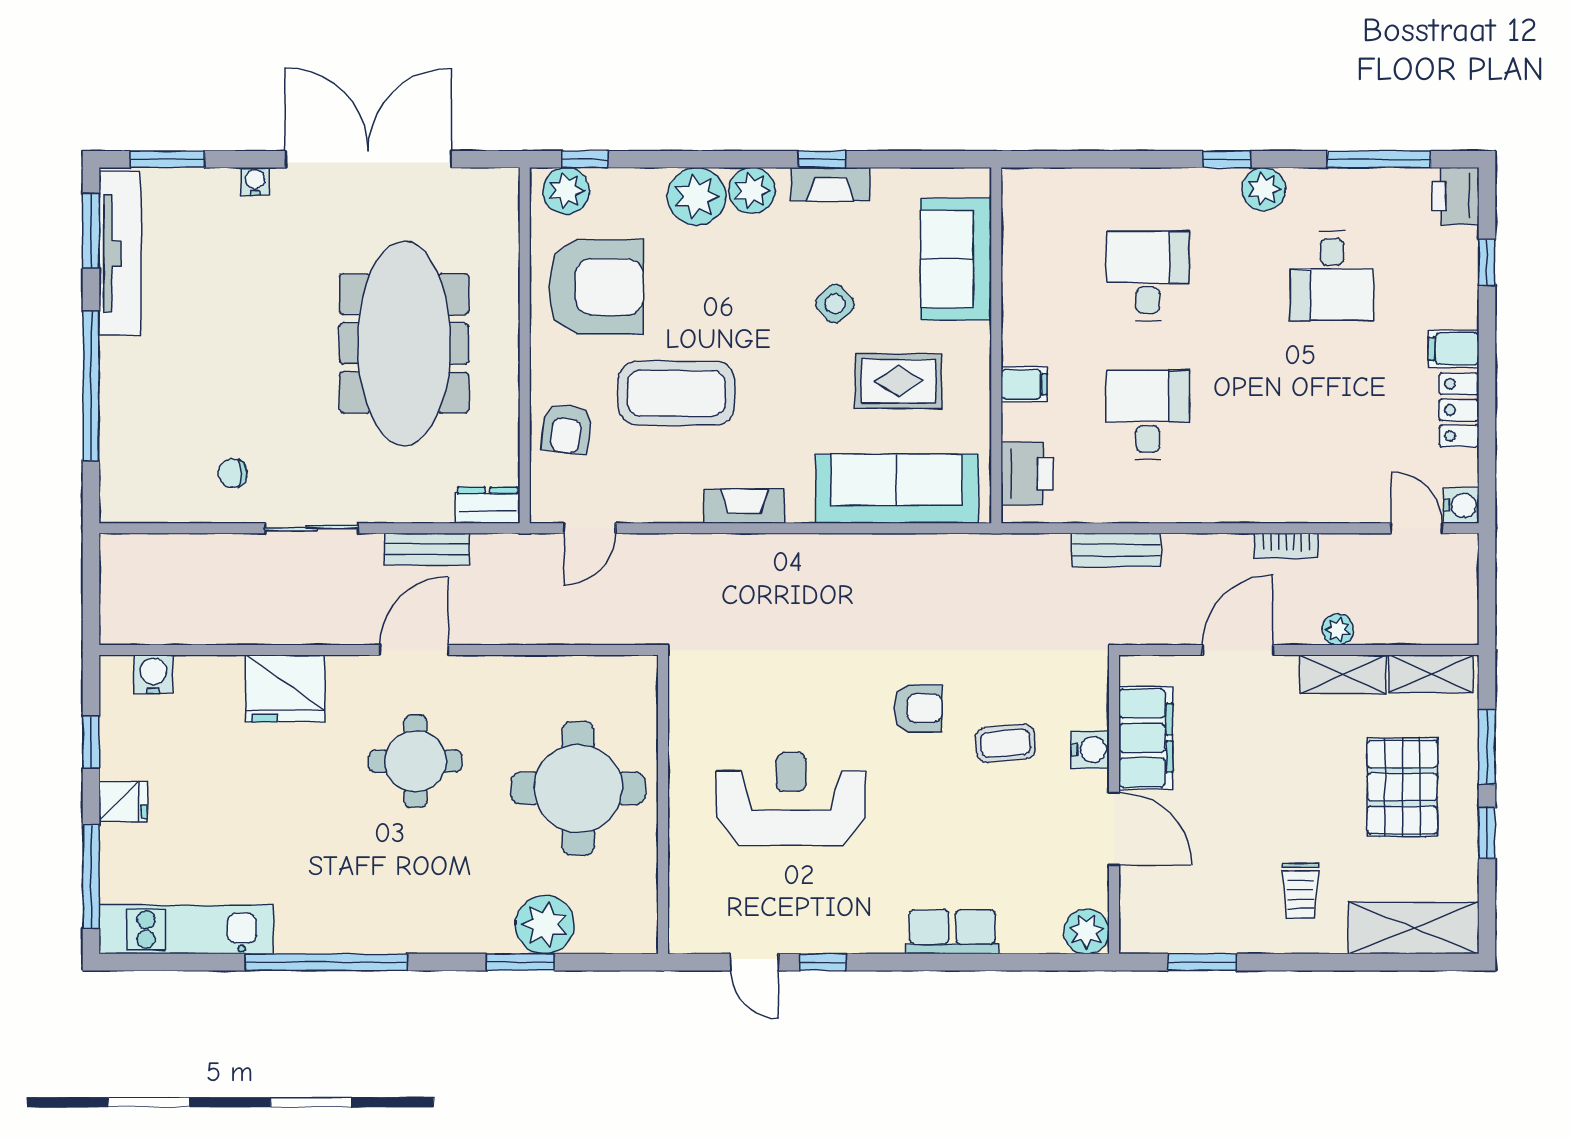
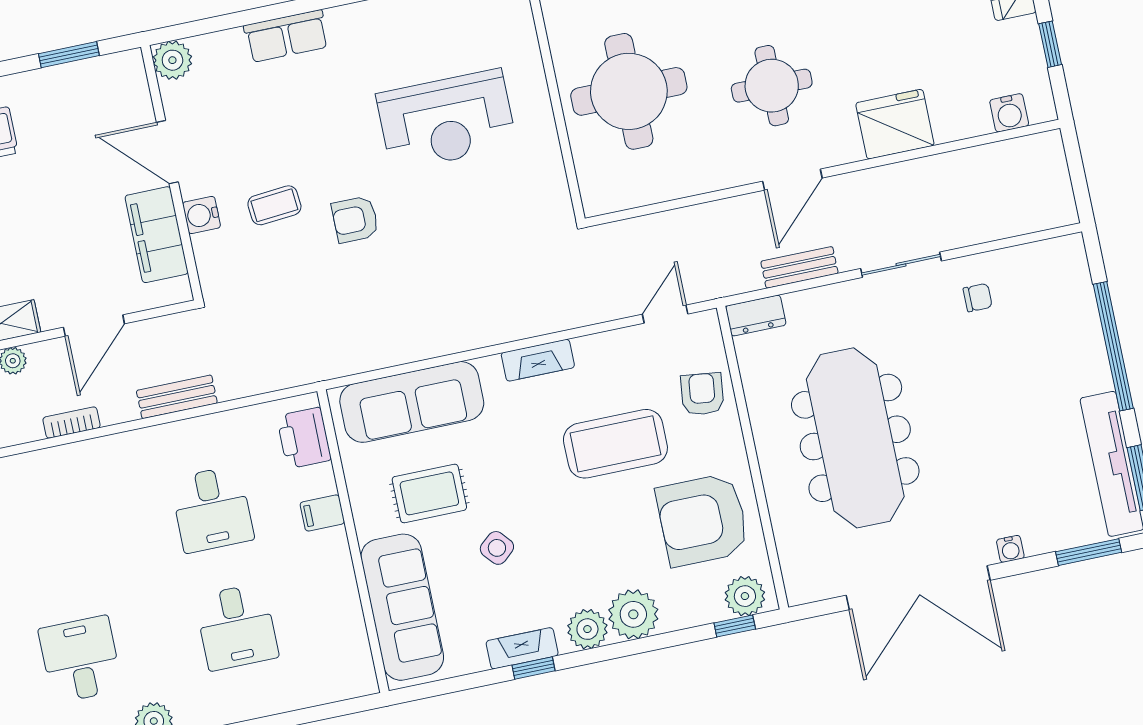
sofa: (956, 259) -> (402, 607), width x1.36
bench: (1116, 550) -> (177, 397), moved

